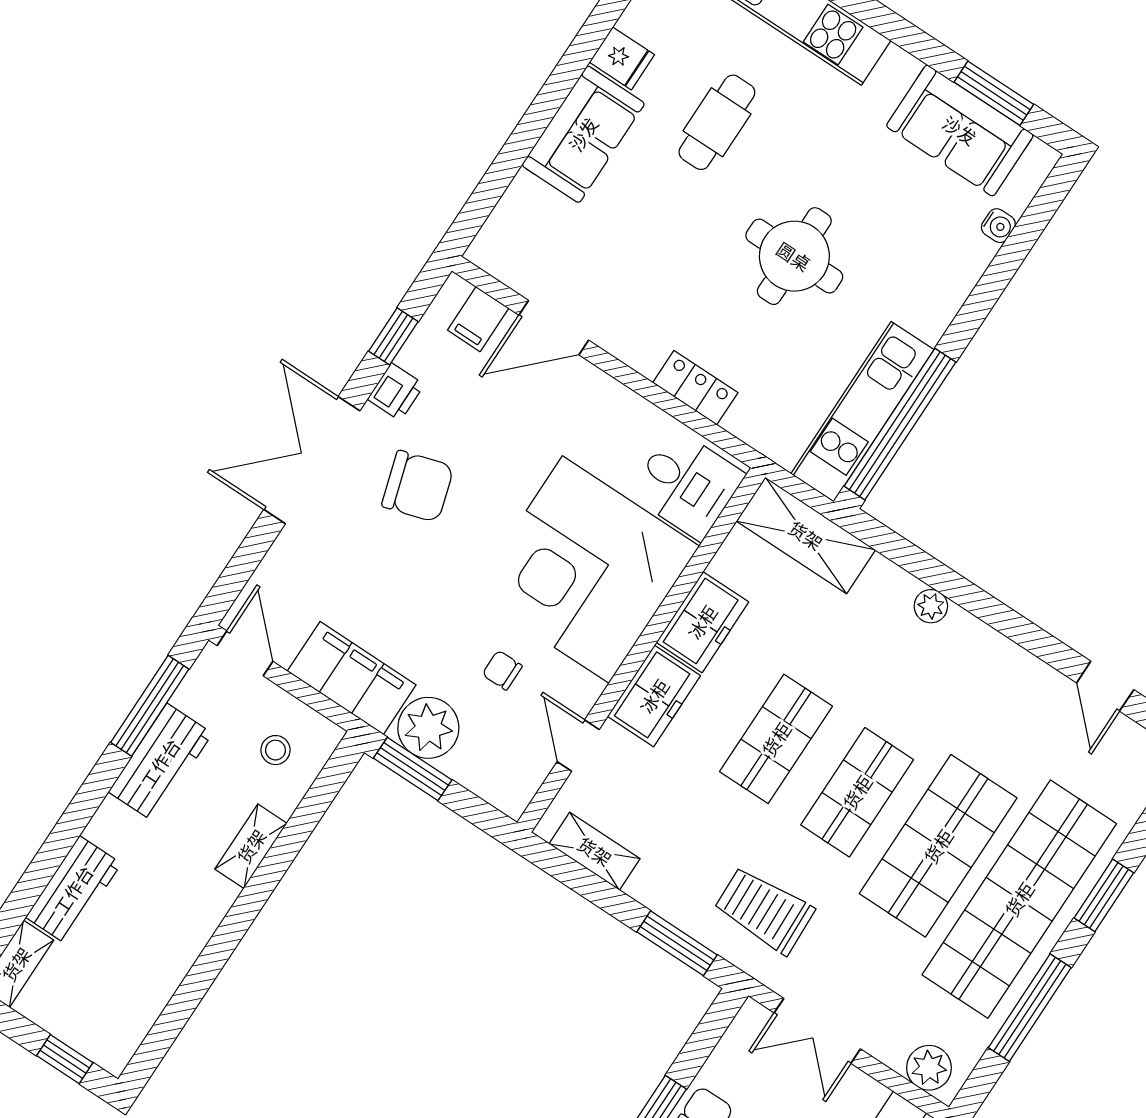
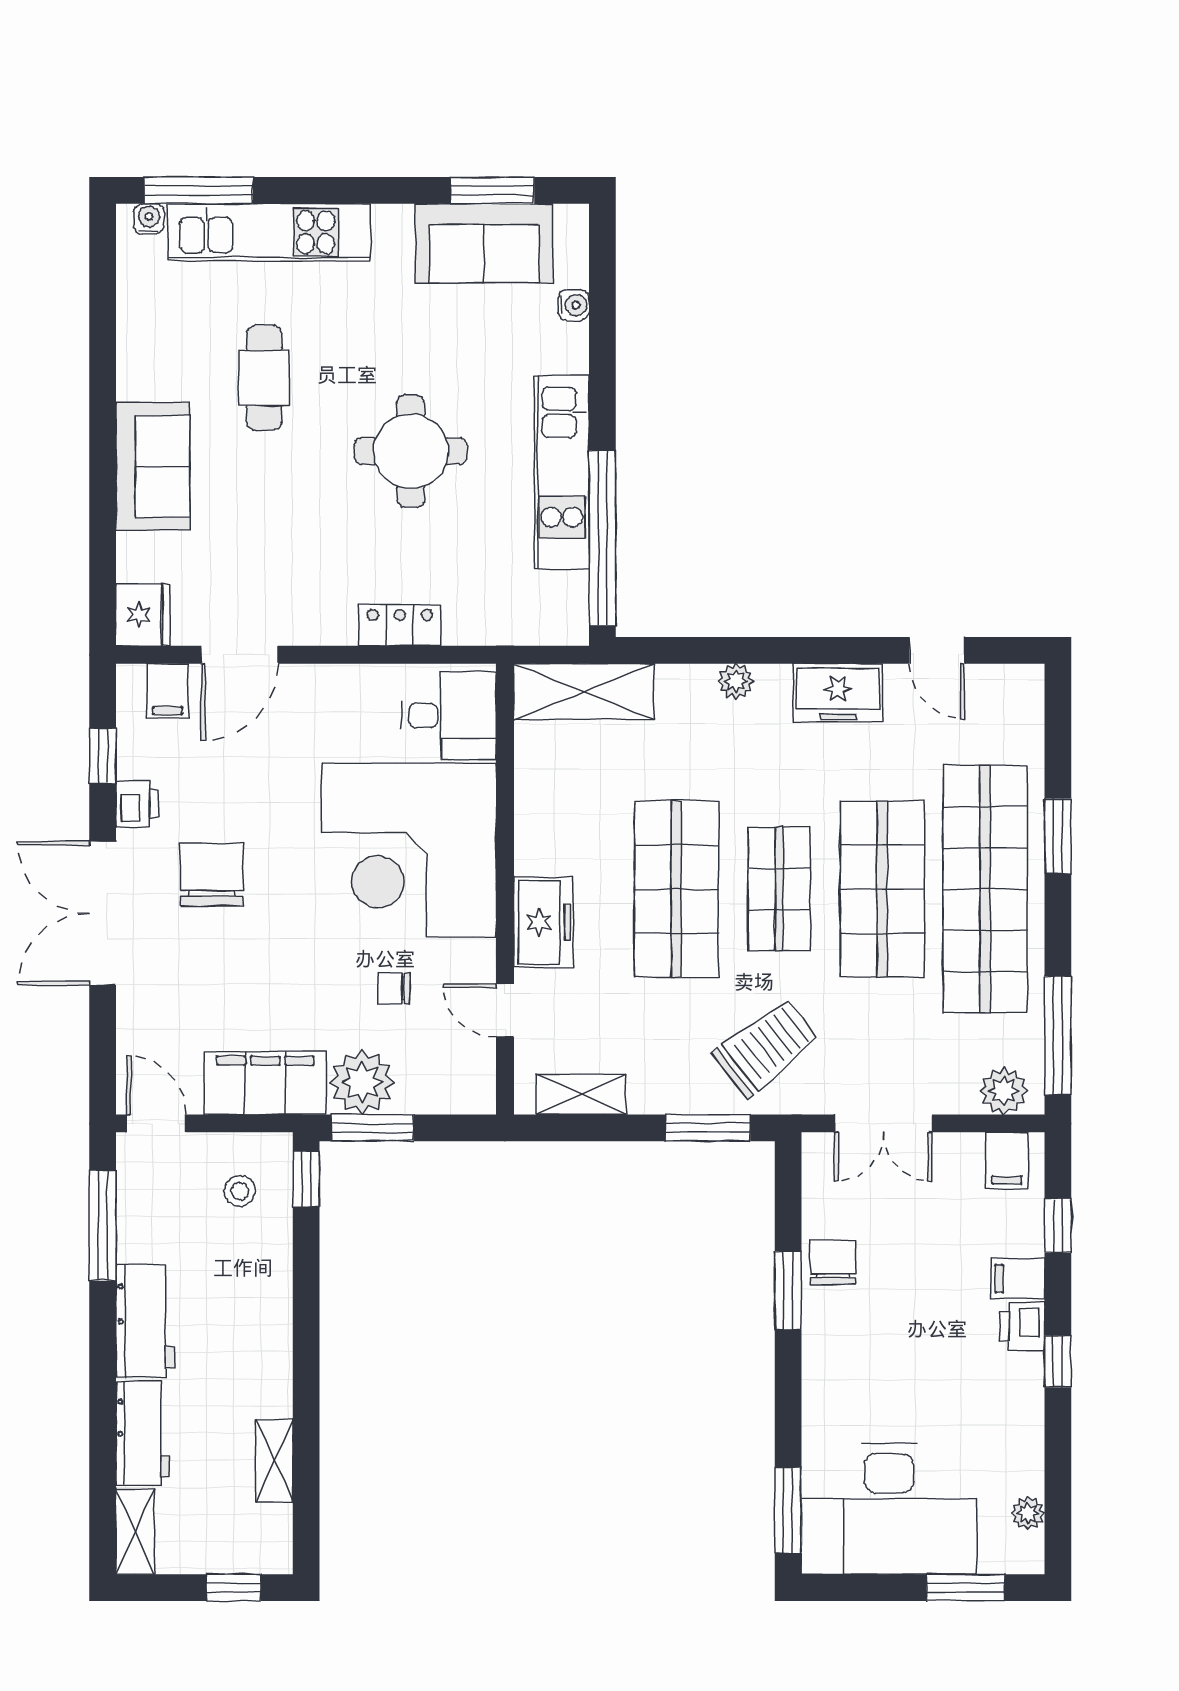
fridge: (622, 58) -> (143, 615), moved, width x1.38
kitchen unit: (862, 412) -> (562, 473), moved
chair: (418, 486) -> (212, 875), turned -73
freezer: (702, 622) -> (838, 693), moved, turned 90
shop shelf: (776, 739) -> (676, 889), width x1.43, depth x1.36
workbench: (160, 763) -> (145, 1321), moved
window: (334, 775) -> (306, 1179), added
shelving: (251, 846) -> (274, 1461), moved
trolley: (764, 910) -> (766, 1048), turned 144
window: (1030, 1008) -> (1058, 1036), moved

